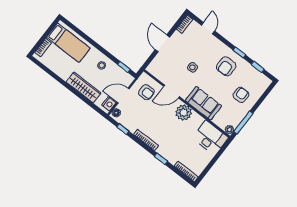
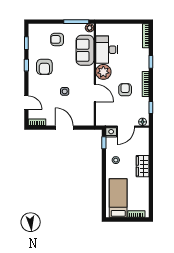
door: (208, 28) -> (26, 103), swing flipped
door: (162, 43) -> (64, 128), swing flipped
armchair: (226, 66) -> (44, 67), turned 90
wardrobe: (84, 87) -> (143, 166), width x0.67
armchair: (146, 92) -> (125, 90), moved
door: (123, 96) -> (126, 127), hinge flipped
sofa: (203, 103) -> (85, 50), moved
nightstand: (109, 104) -> (111, 132), moved
desk: (210, 138) -> (107, 50), moved

